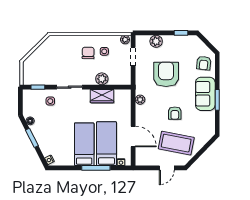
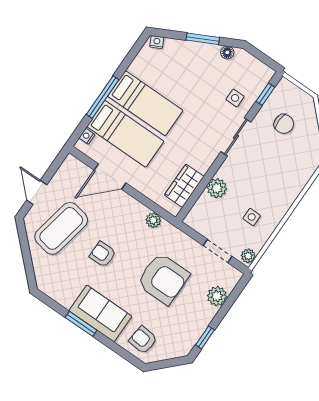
chair: (88, 53) -> (284, 124), moved
wardrobe: (102, 96) -> (184, 186), moved

